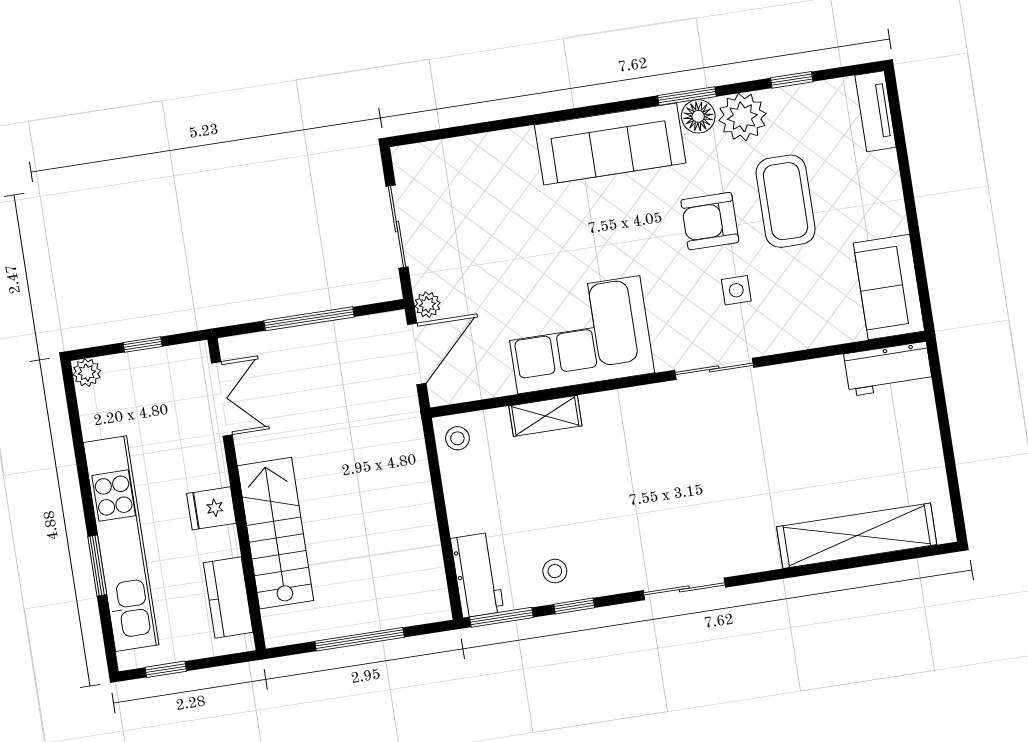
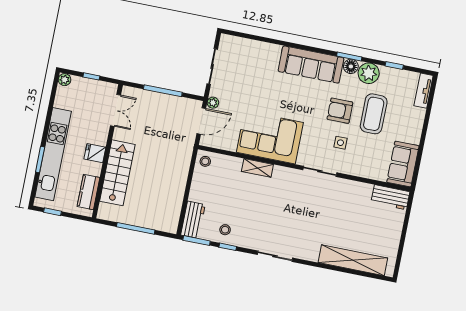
shelving: (545, 416) -> (257, 168), moved

